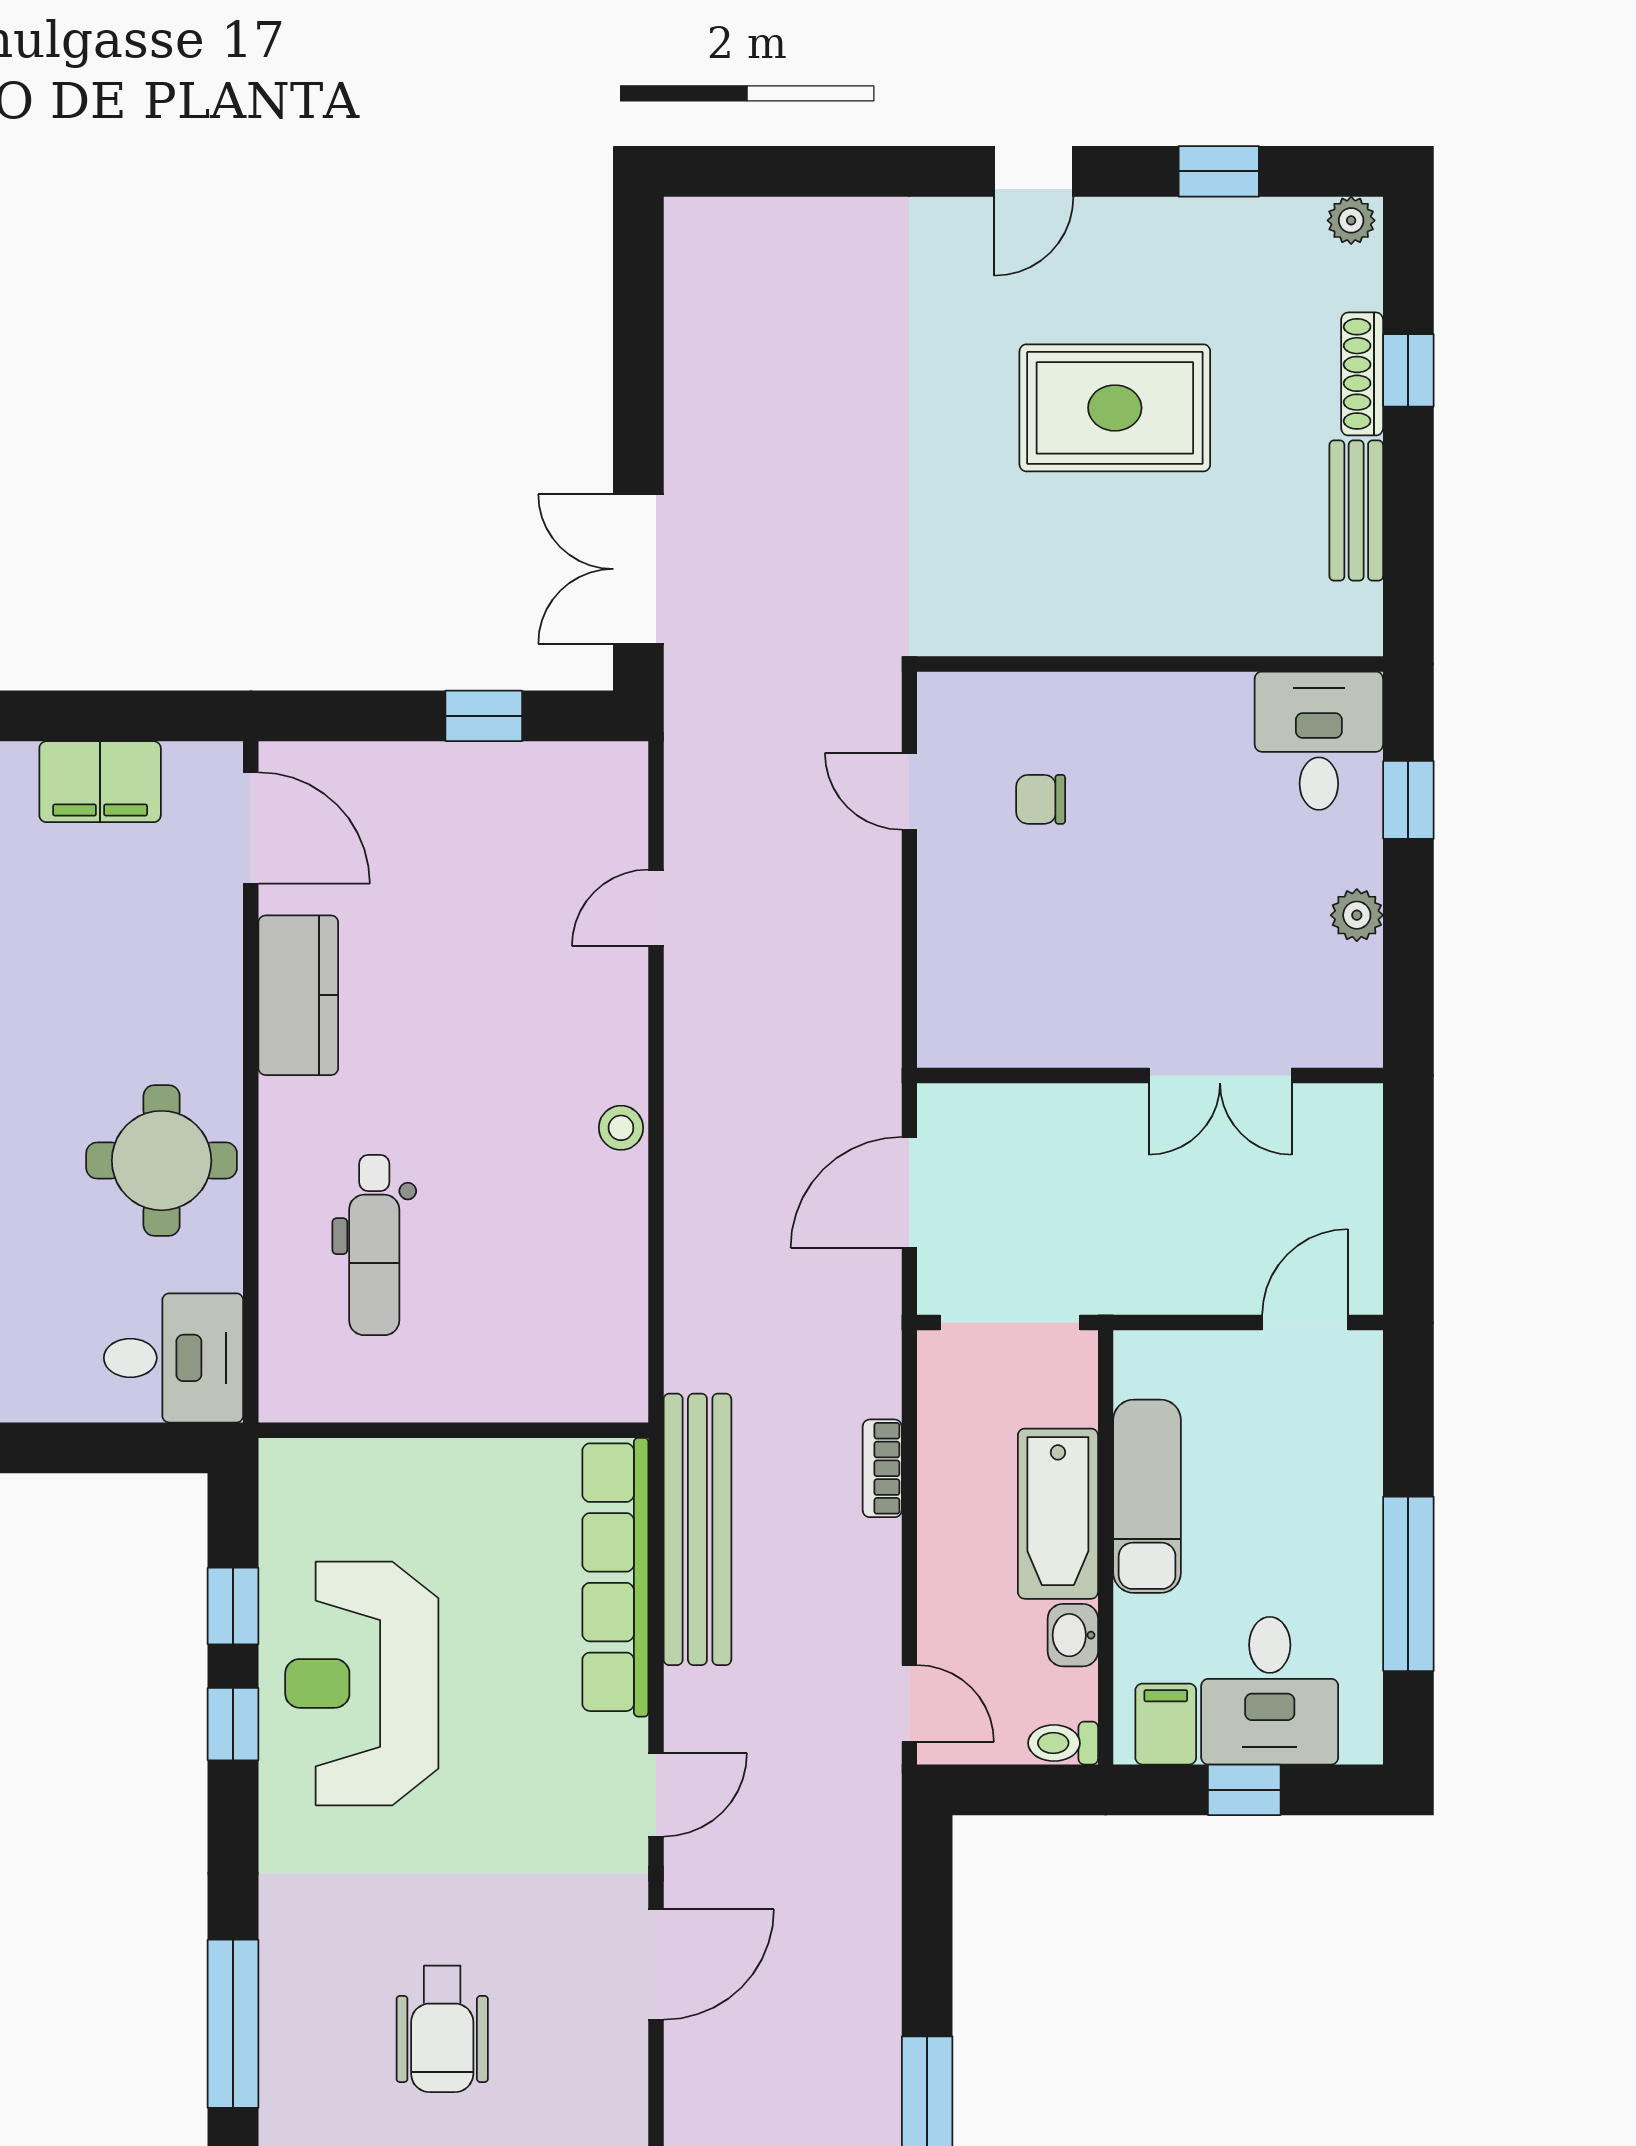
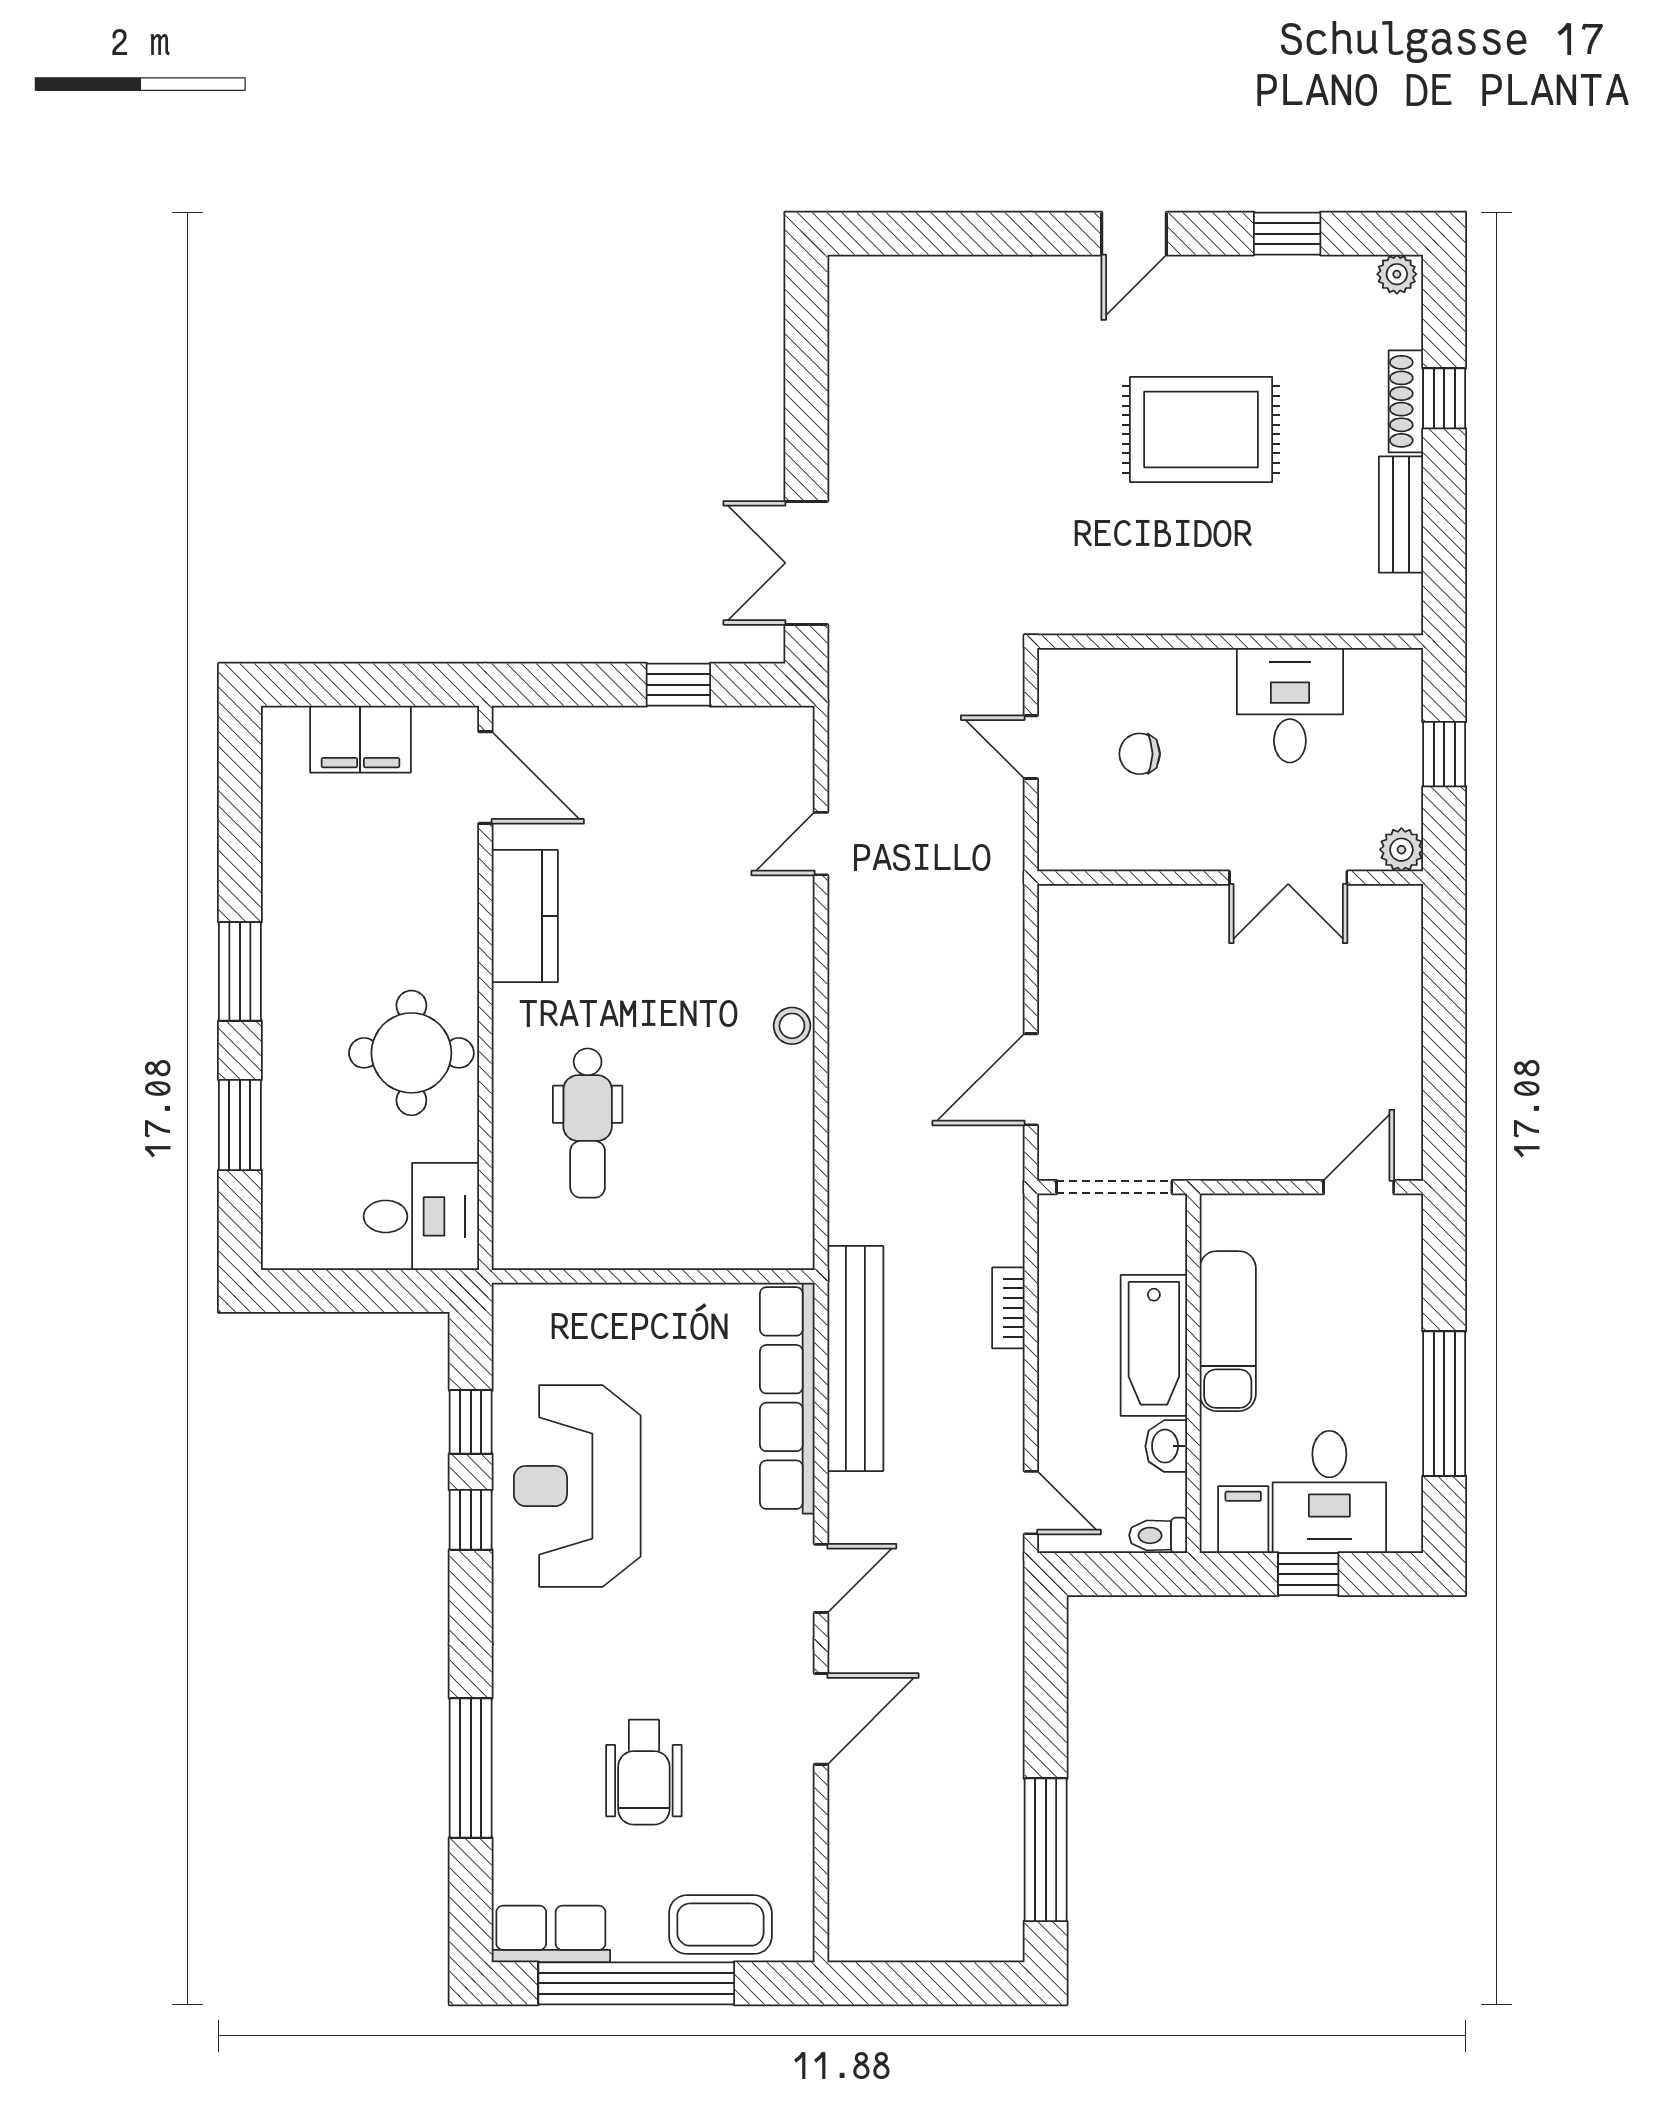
desk: (1319, 741) -> (1290, 705), moved
wall: (1150, 1076) -> (1230, 878), moved
double door: (1220, 1076) -> (1288, 878), moved

